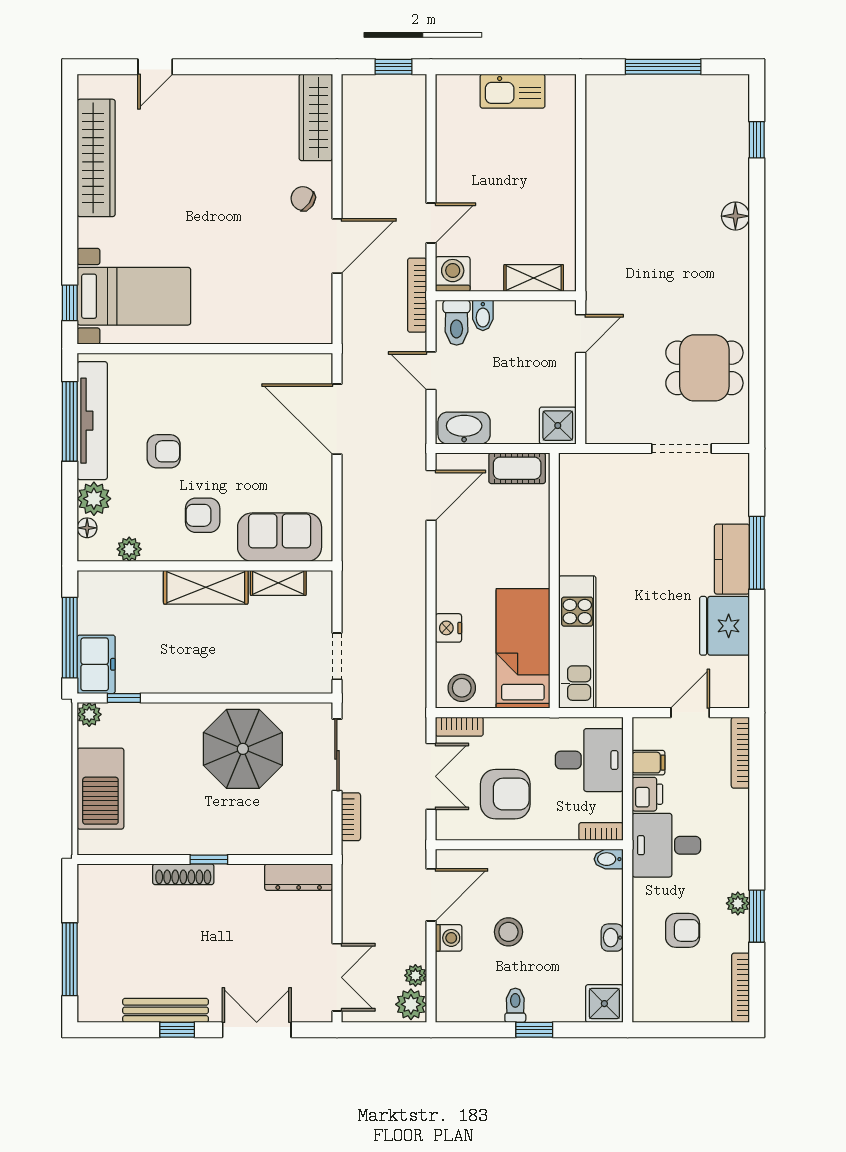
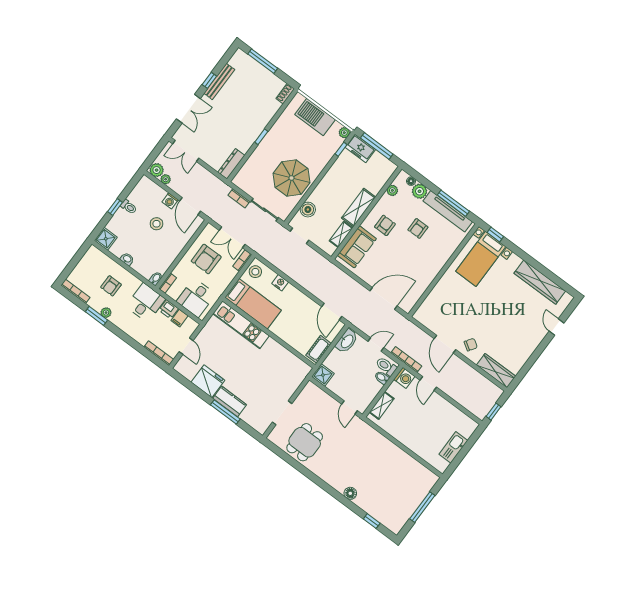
boiler: (278, 677) -> (308, 210), added
shoe rack: (183, 874) -> (285, 94), moved, width x0.70

